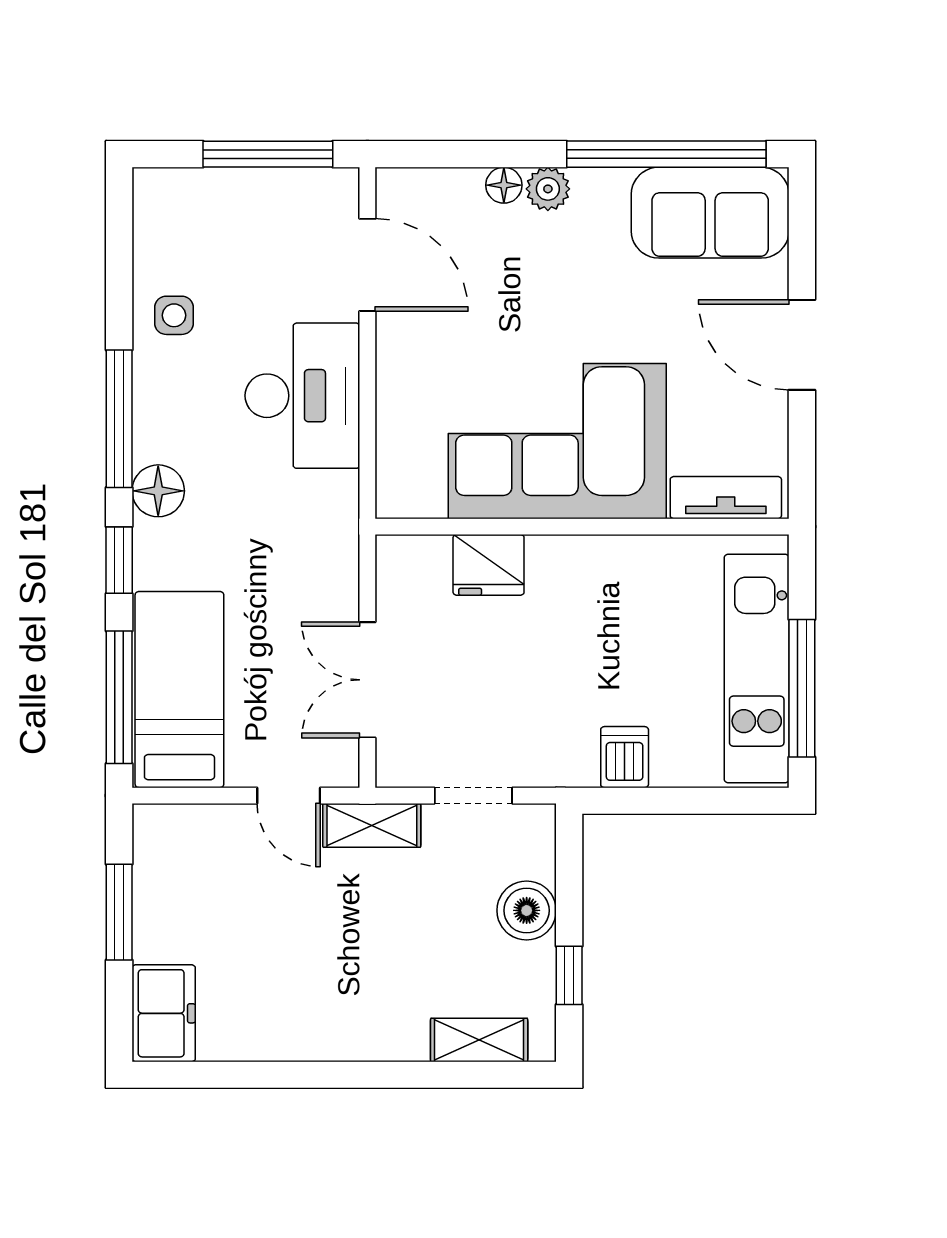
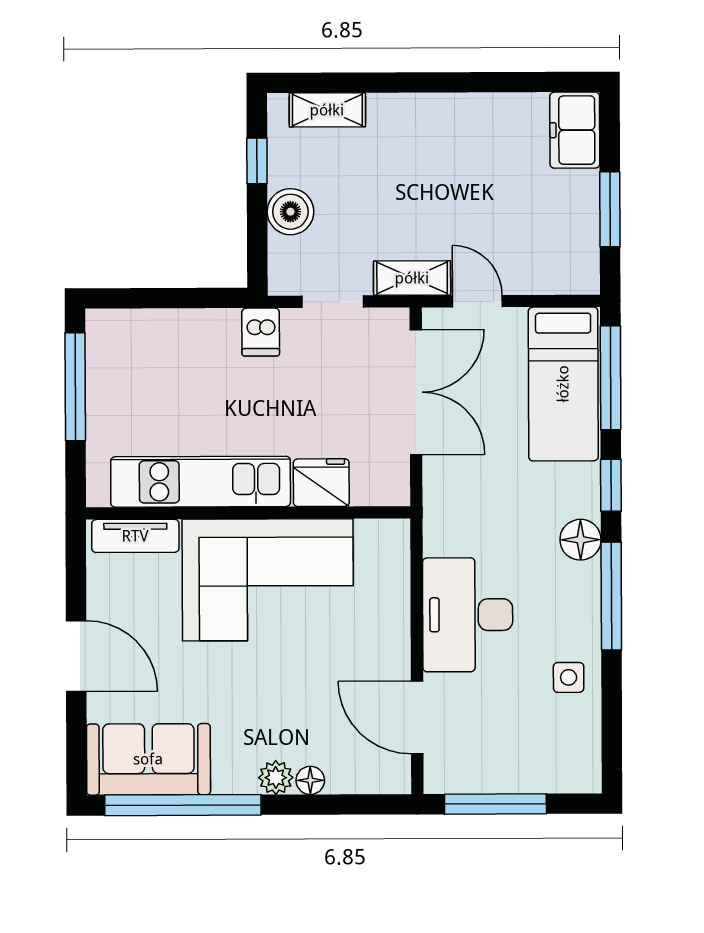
kitchen unit: (757, 669) -> (201, 482), moved, turned -90
double door: (367, 680) -> (416, 392), width x1.37
dishwasher: (625, 757) -> (261, 332), moved

